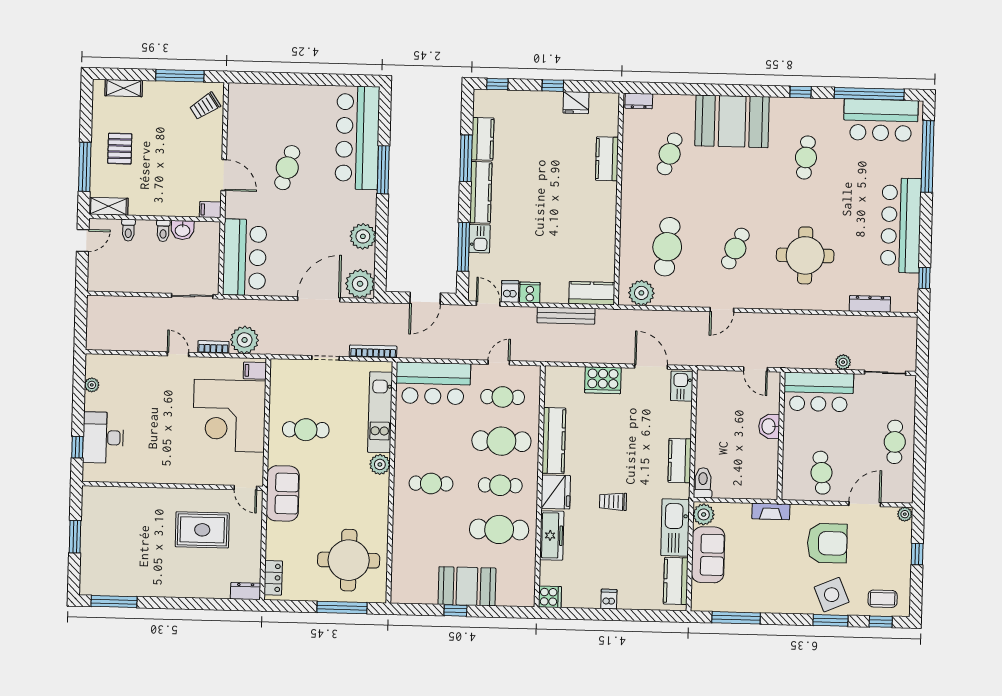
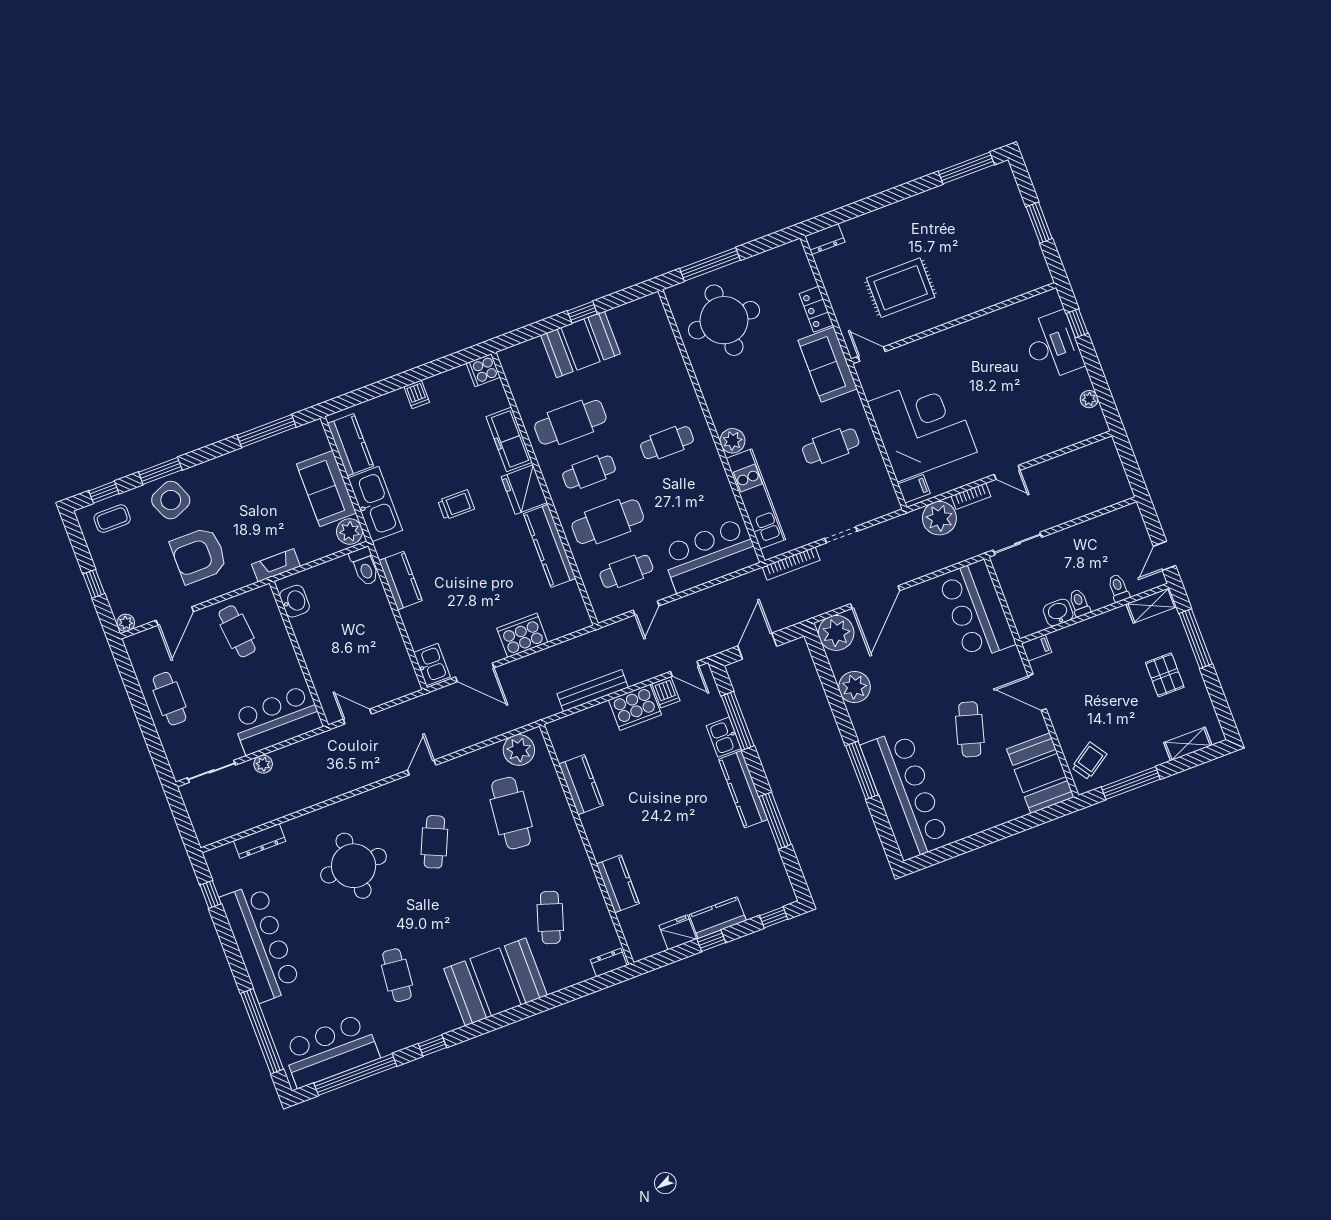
booth: (247, 112) -> (1040, 773), added
kitchen counter: (483, 139) -> (718, 918), moved, turned 90
cooker: (530, 292) -> (635, 707), width x1.87, depth x1.31
kitchen counter: (592, 293) -> (581, 785), moved, turned -90
washbasin: (769, 426) -> (295, 601), moved
locker: (273, 578) -> (816, 309), moved

